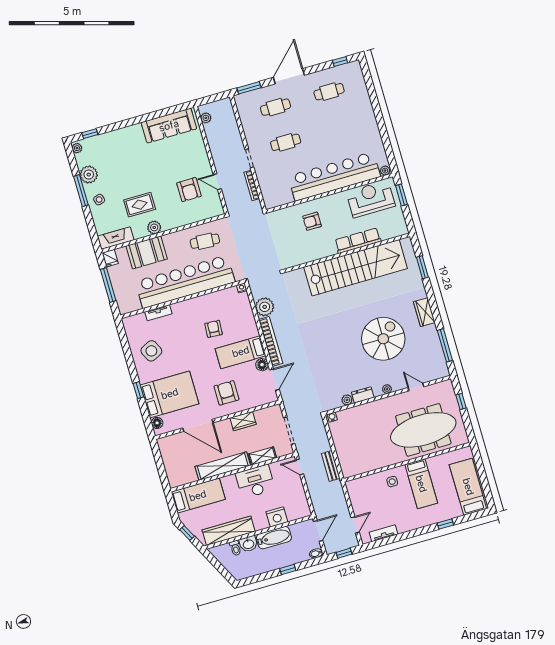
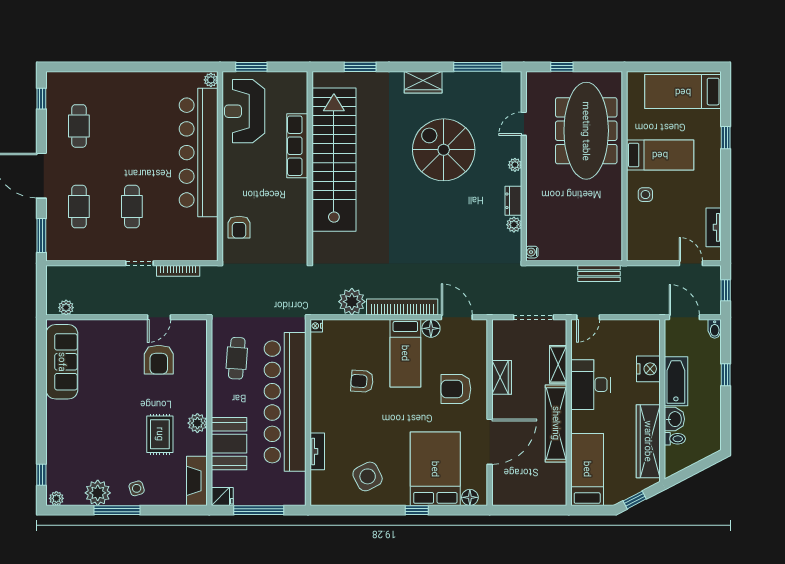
armchair: (189, 190) -> (159, 360), turned 90
armchair: (312, 221) -> (239, 227), moved

